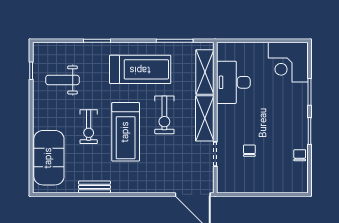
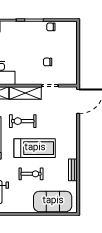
exercise bike: (164, 115) -> (23, 121), turned 180

